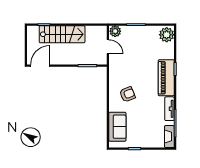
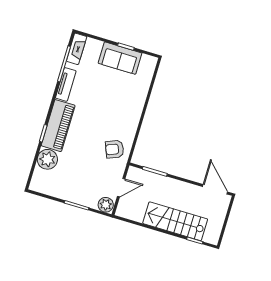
plant: (167, 35) -> (47, 159), moved
door: (108, 47) -> (121, 188), swing flipped
door: (40, 66) -> (215, 189), swing flipped
armchair: (127, 94) -> (115, 149), moved
sofa: (117, 127) -> (120, 58), moved, turned -90

